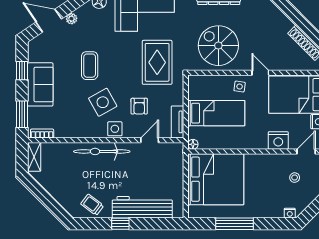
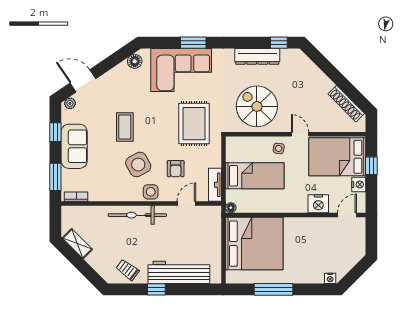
plant: (72, 19) -> (70, 103), moved
shelving: (34, 157) -> (77, 244), moved, turned -45
stool: (295, 178) -> (335, 242), removed

